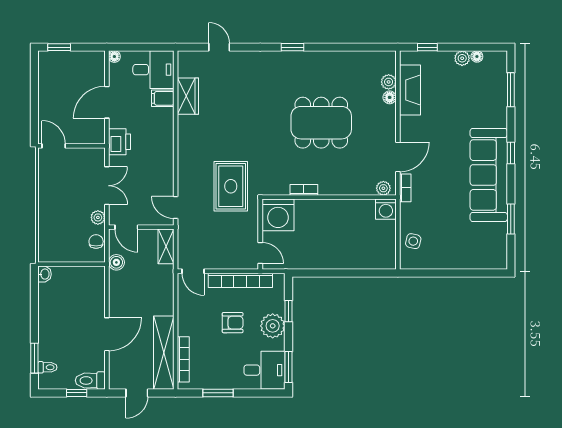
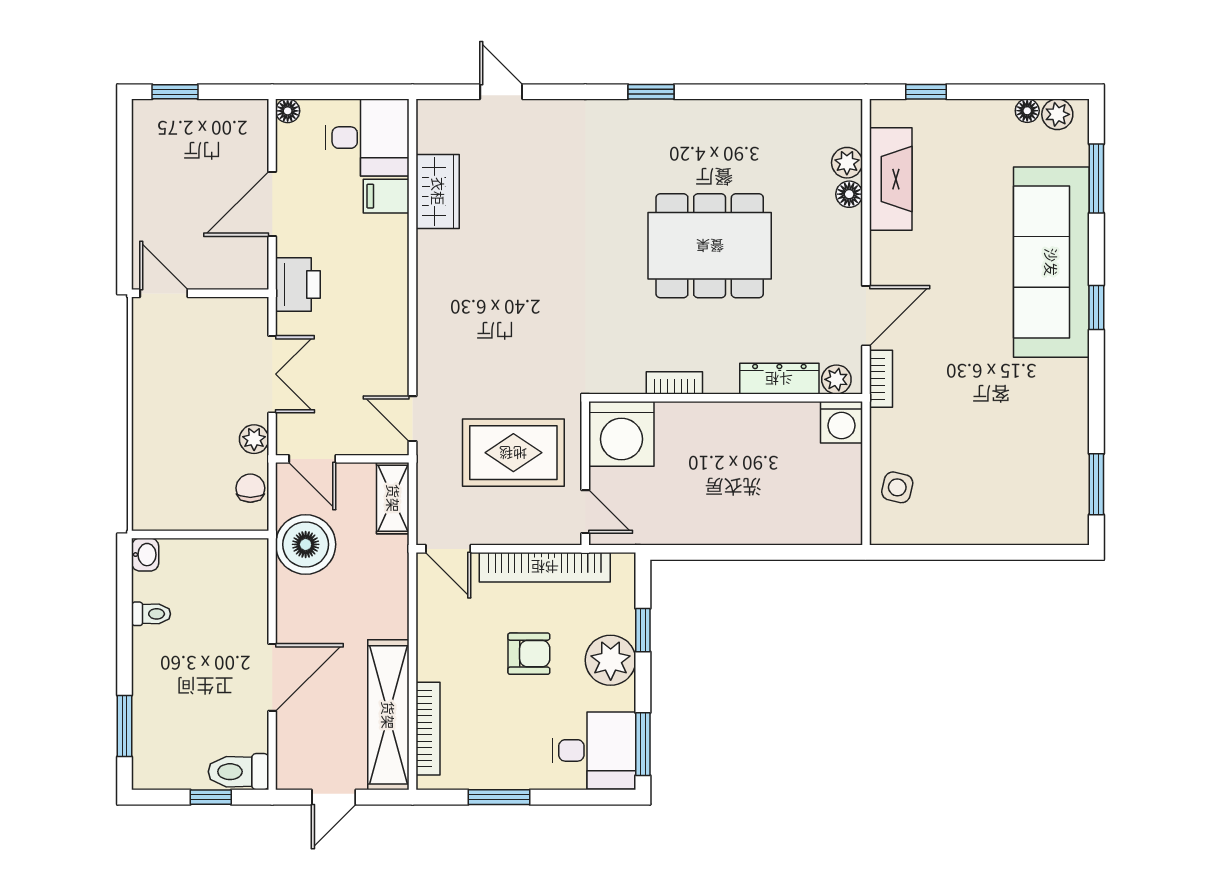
plant: (462, 58) -> (1057, 114), moved
sofa: (489, 175) -> (1051, 262), moved
rug: (231, 186) -> (513, 453), moved, turned 90
dresser: (355, 188) -> (779, 379), added
window: (511, 219) -> (1096, 484), moved
boiler: (116, 262) -> (306, 544), width x1.86, depth x1.86
toilet: (47, 367) -> (151, 614), moved

